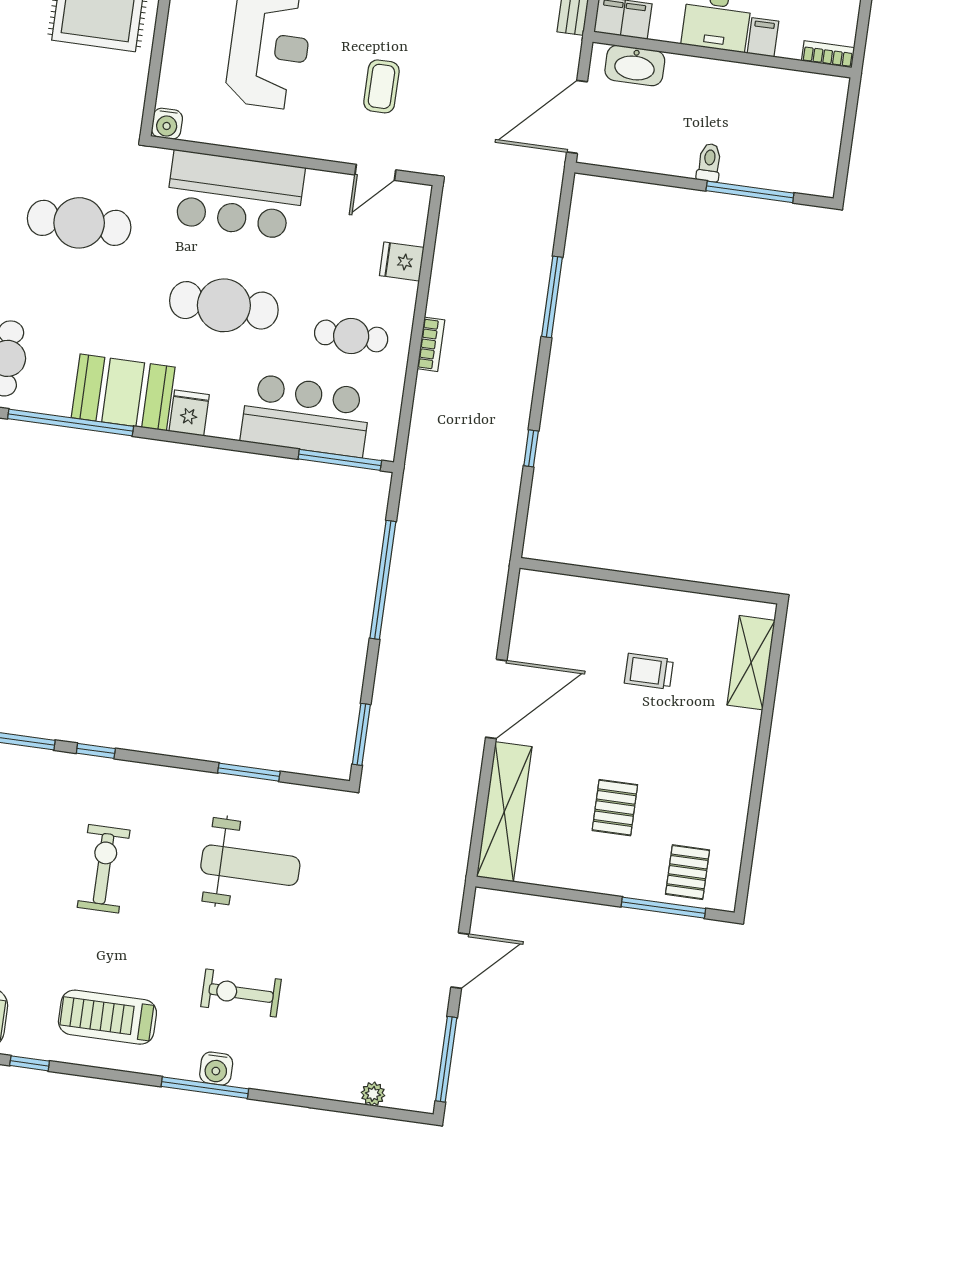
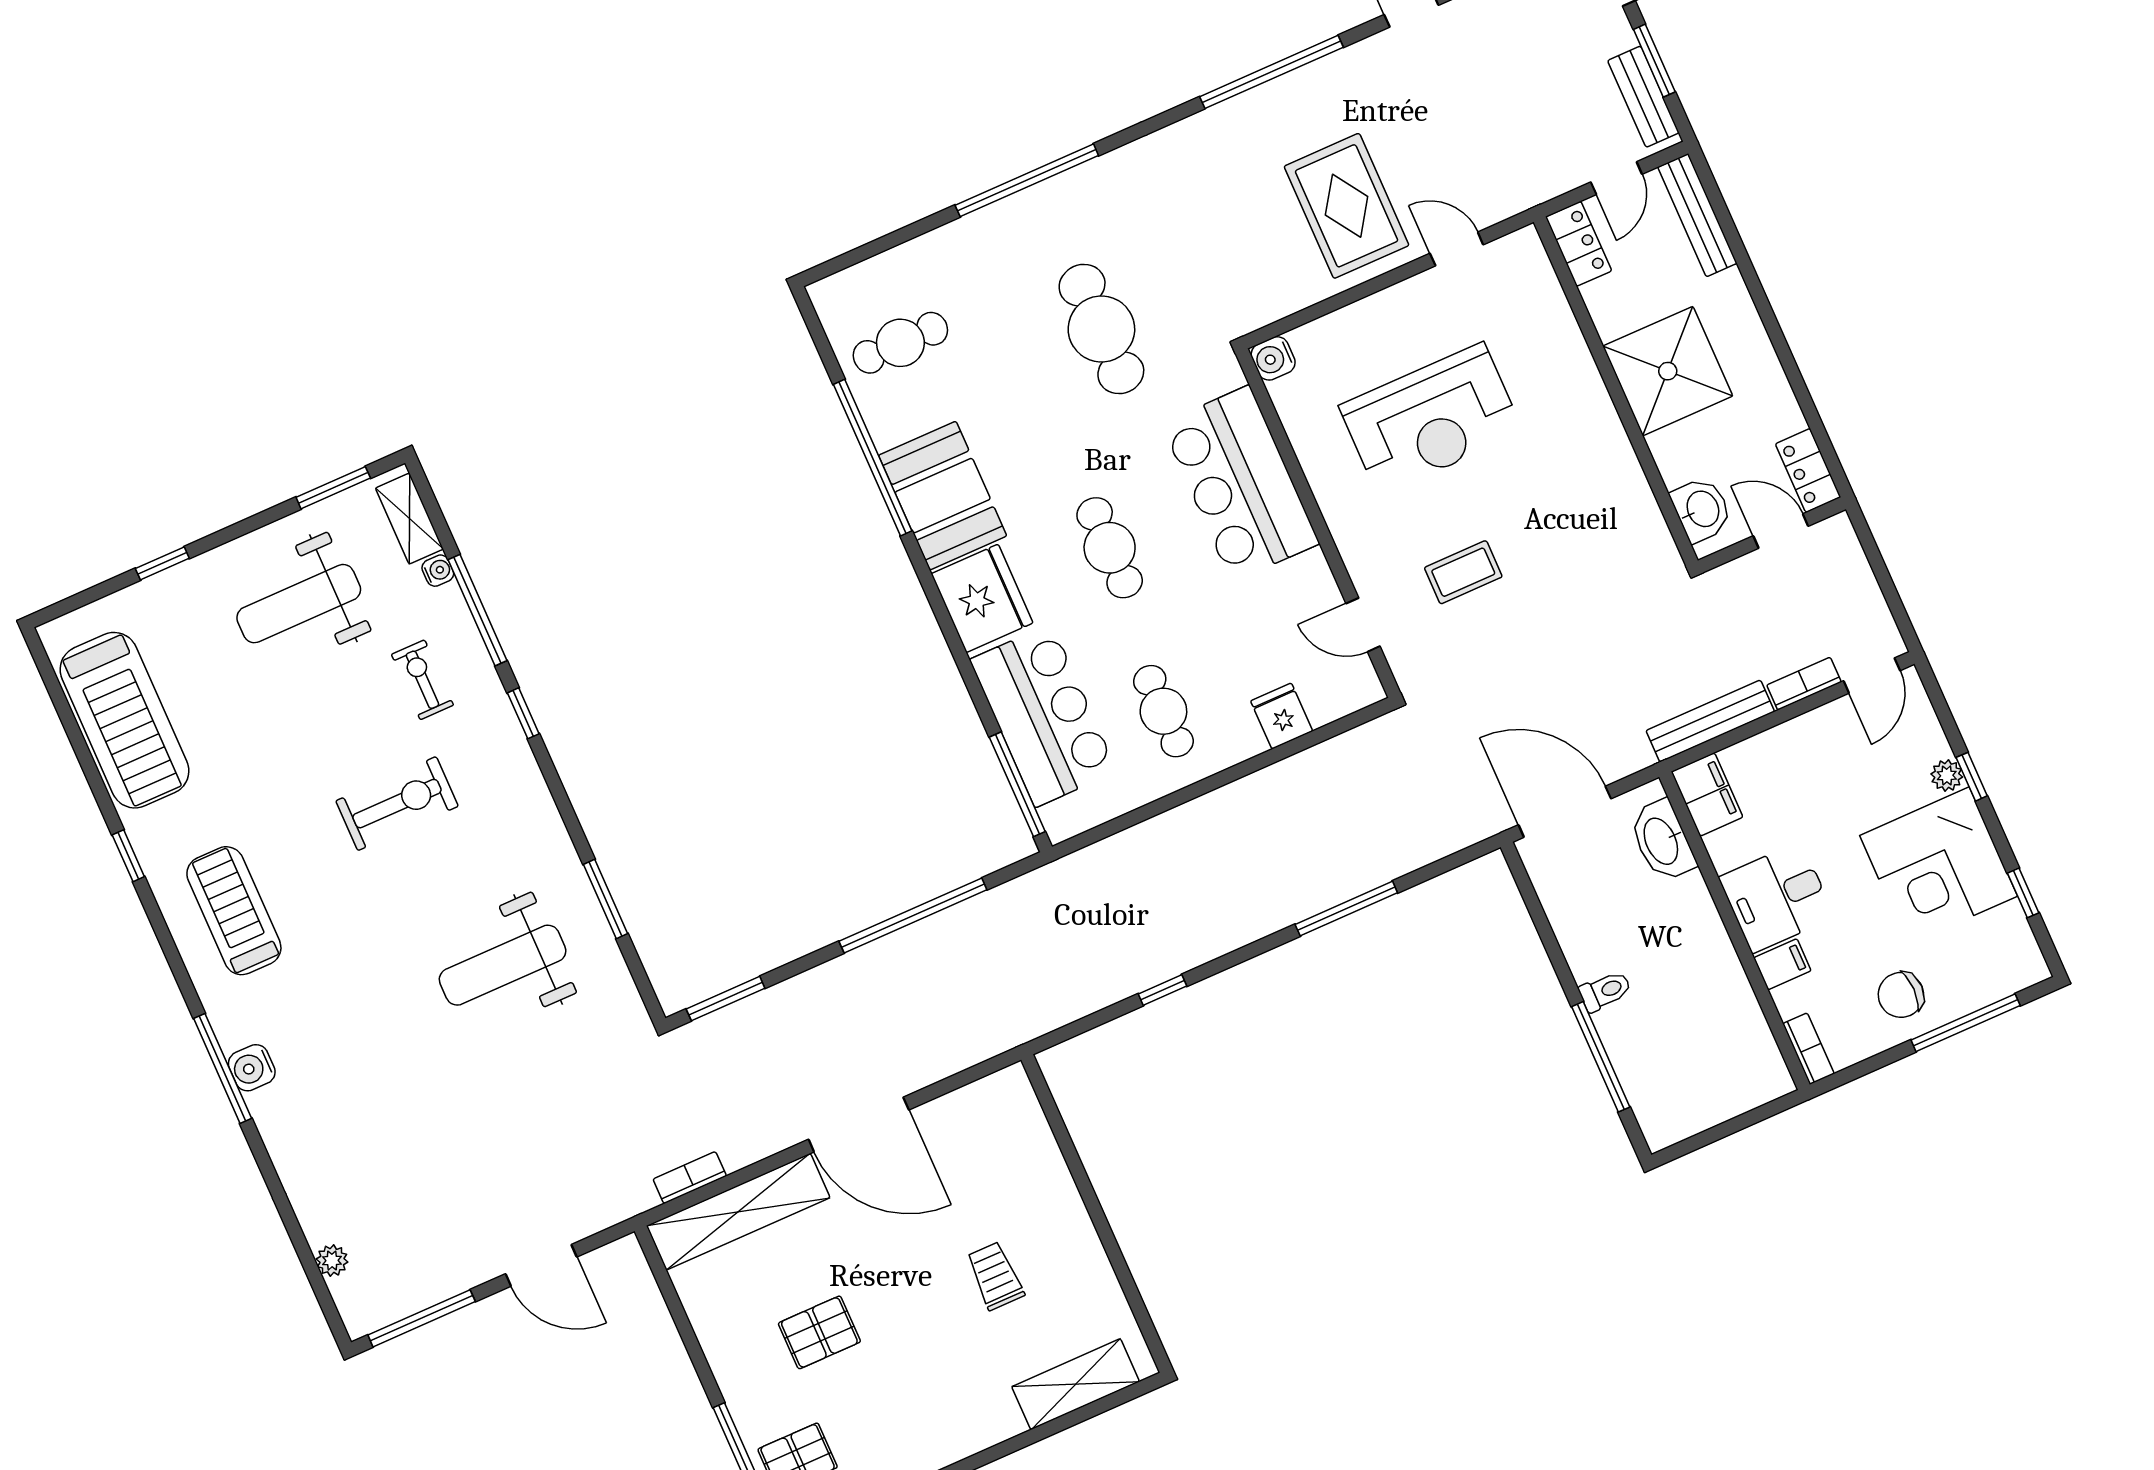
cafe table: (224, 305) -> (1110, 548), width x0.73, depth x0.74
bookcase: (431, 344) -> (690, 1178), moved, turned 180
fridge: (189, 413) -> (982, 598), width x1.88, depth x1.34
weight bench: (250, 865) -> (503, 965), turned 90
exercise bike: (241, 993) -> (422, 680), moved, width x0.73, depth x0.72

